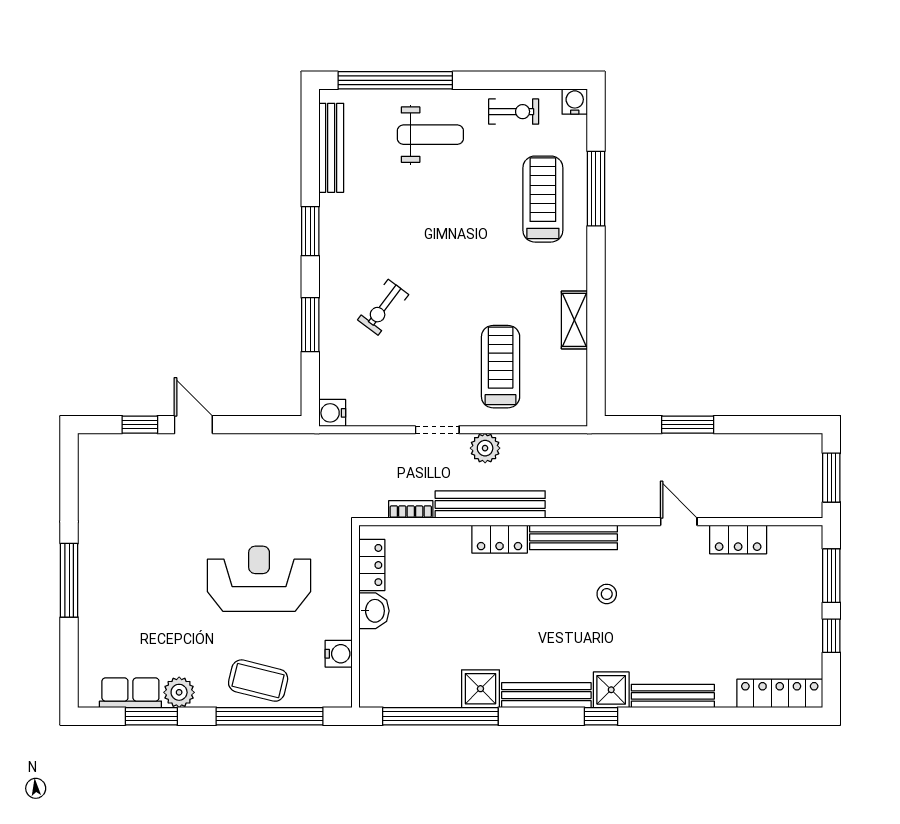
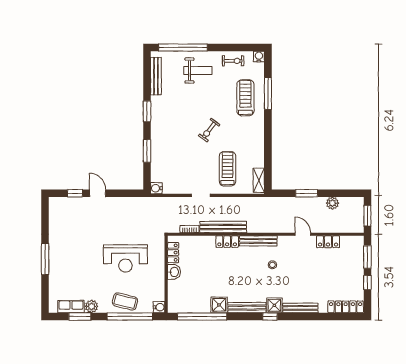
exercise bike: (383, 307) -> (209, 130), moved
shelving: (574, 320) -> (259, 180), moved
plant: (485, 448) -> (332, 203), moved
reception desk: (259, 579) -> (125, 258), turned 180
water cooler: (339, 654) -> (159, 307), moved

